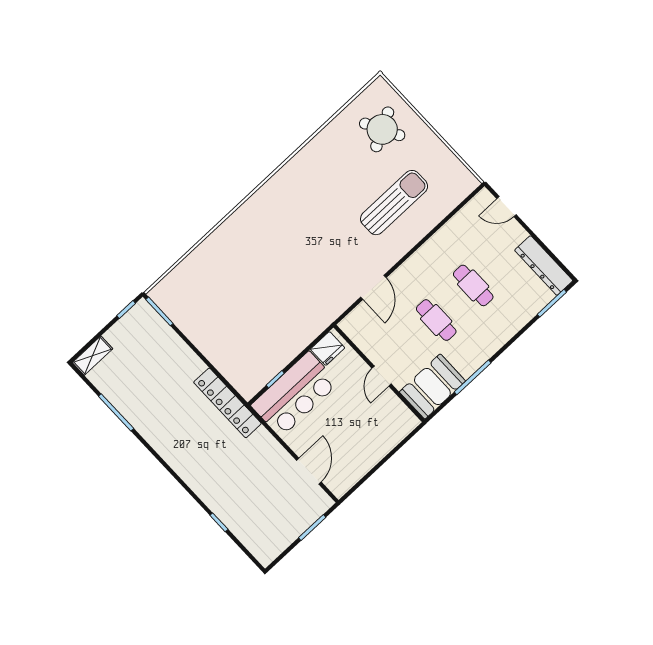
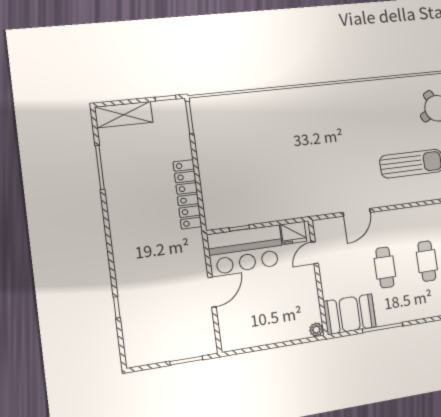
shelving: (93, 356) -> (124, 115), width x1.50, depth x1.33
door: (382, 376) -> (315, 253), moved
locker: (227, 403) -> (187, 194), moved
plant: (411, 422) -> (316, 330), added
door: (309, 471) -> (212, 292), moved

